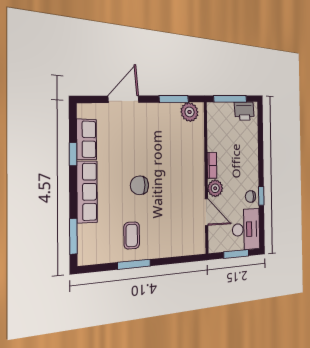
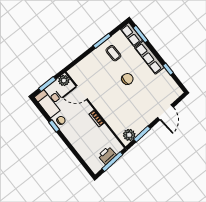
printer: (244, 111) -> (107, 155), moved
row of seats: (87, 139) -> (131, 35), moved
plant: (215, 188) -> (64, 81), moved

